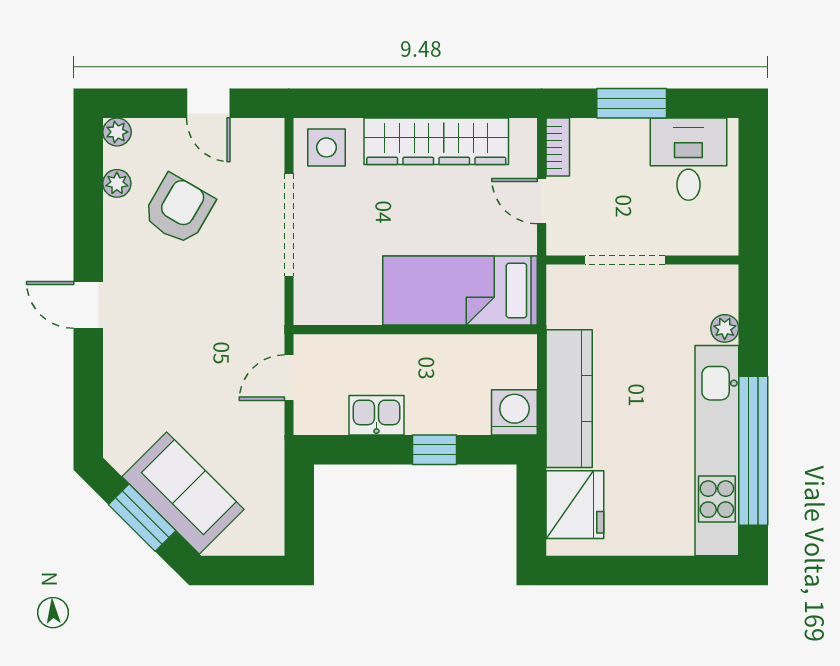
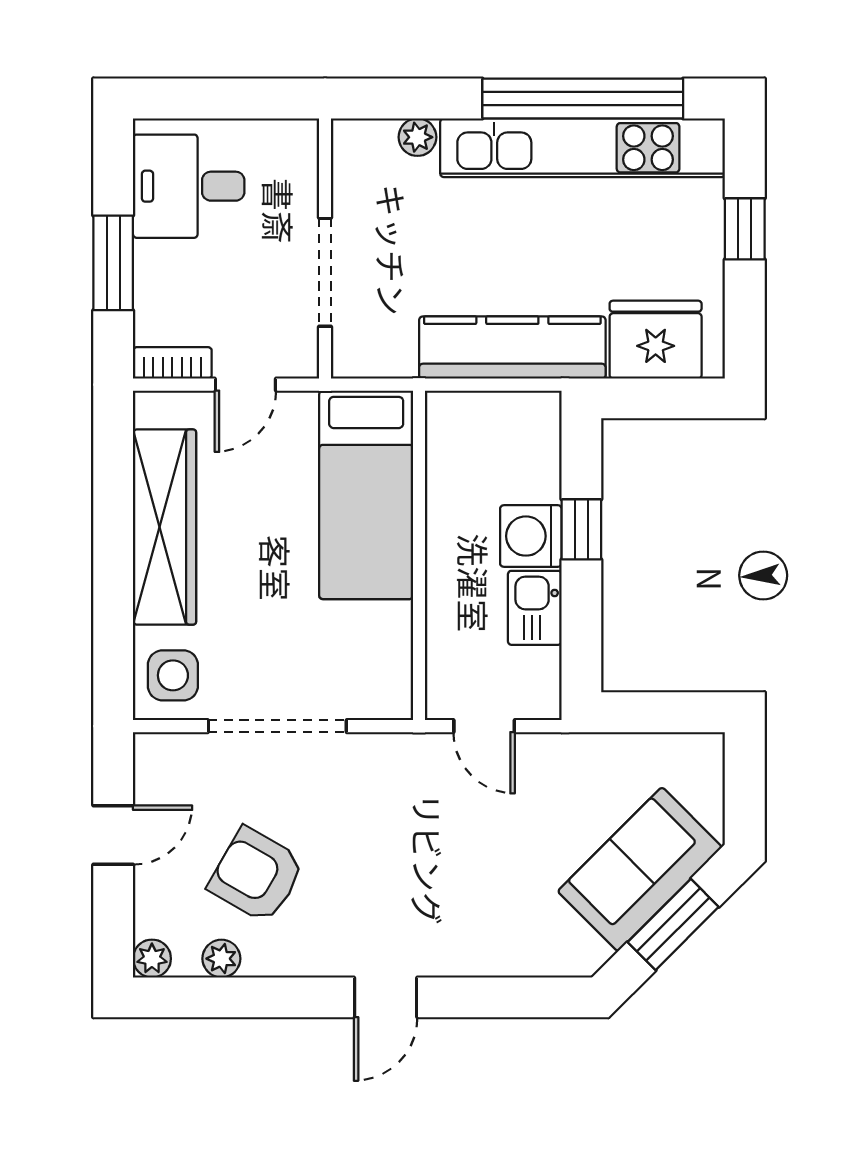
washing machine: (514, 412) -> (531, 536), moved
window: (657, 571) -> (745, 229), added

